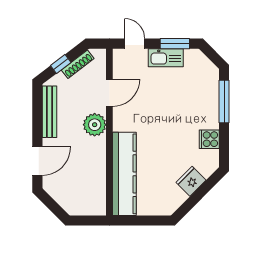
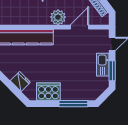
door: (109, 93) -> (79, 27), swing flipped
cooker: (209, 139) -> (48, 92), width x1.87, depth x1.31

